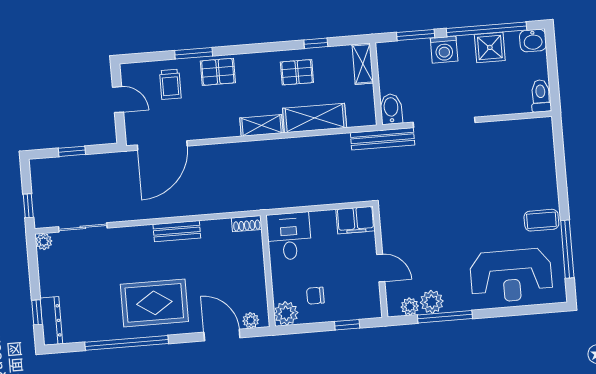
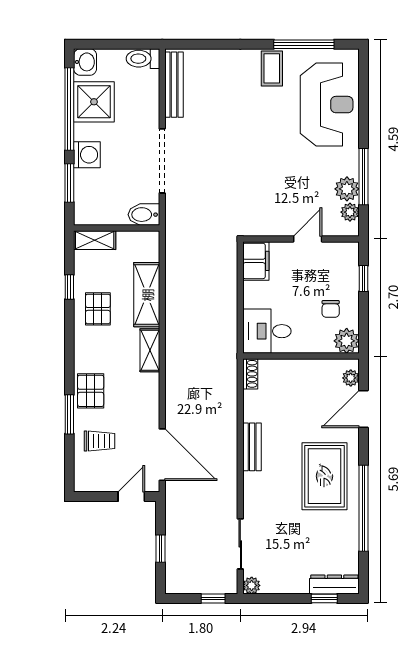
shower: (490, 47) -> (94, 102), width x1.36, depth x1.36
door: (118, 100) -> (131, 497), moved
bench: (383, 139) -> (174, 85), moved

